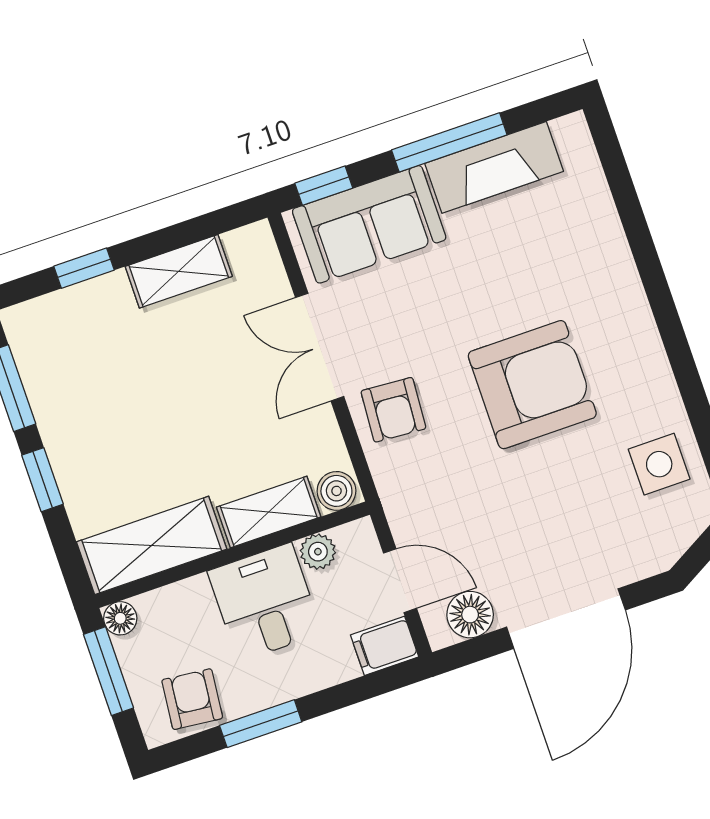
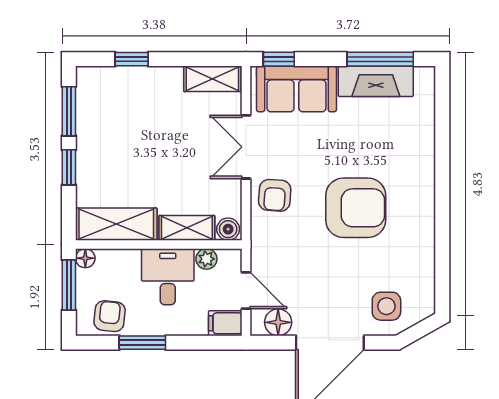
window: (449, 142) -> (380, 59), moved
shelving: (179, 271) -> (212, 79), moved
side table: (659, 464) -> (386, 306), moved

